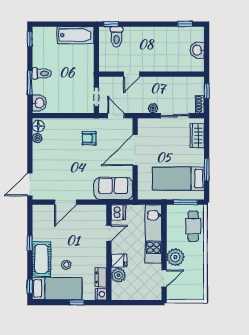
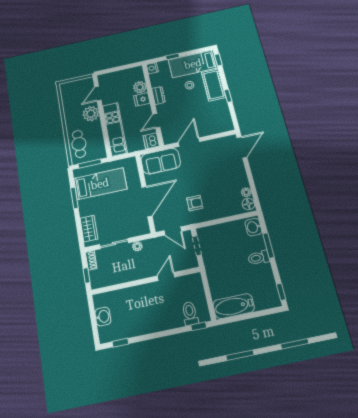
door: (65, 202) -> (189, 142), moved
dresser: (101, 277) -> (159, 95), moved

